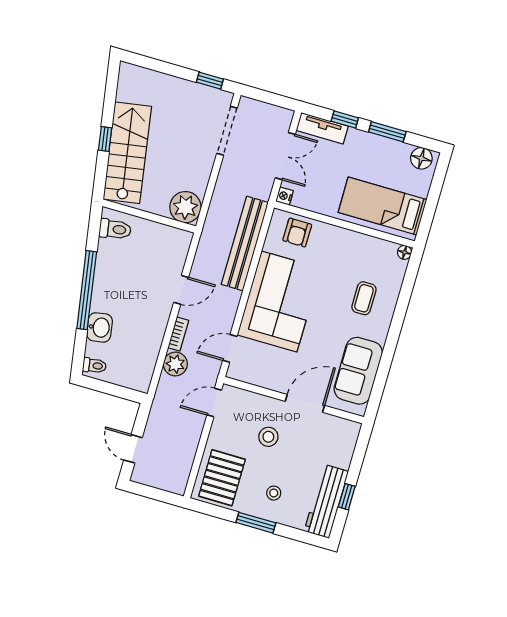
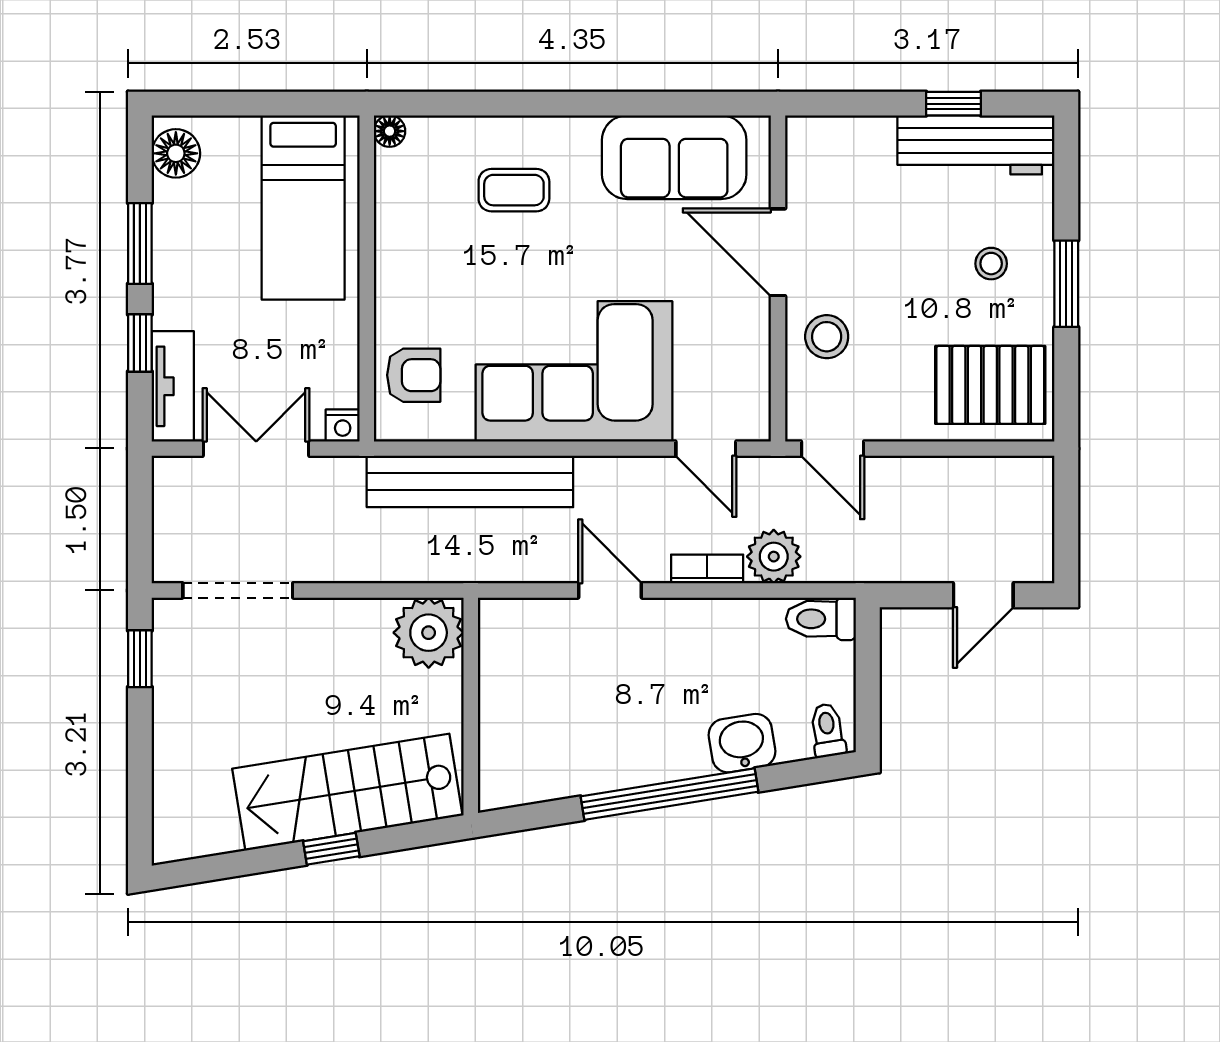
toilet: (115, 229) -> (821, 619), moved, turned -81
stool: (268, 437) -> (827, 337), moved

